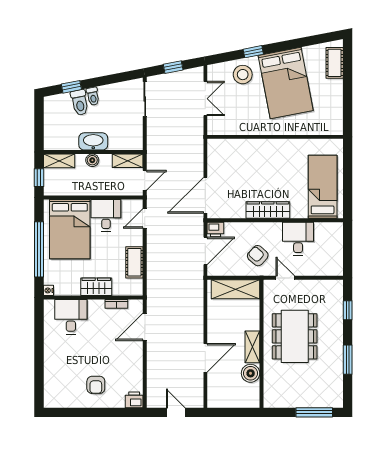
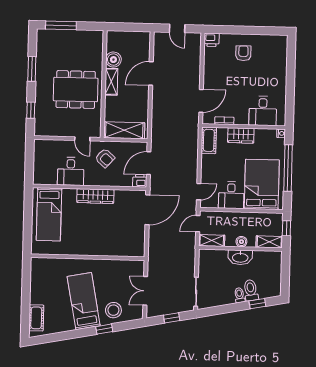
bed: (286, 83) -> (84, 301), width x0.67
cot: (134, 262) -> (209, 140), moved
dining table: (295, 336) -> (76, 90), turned 90

